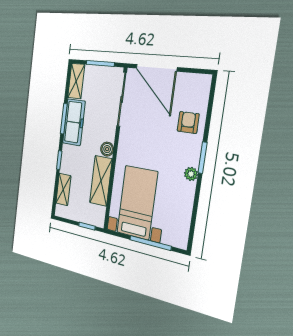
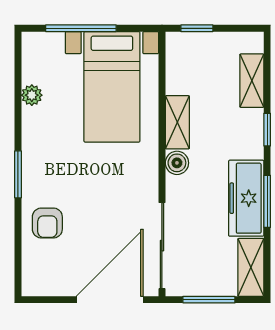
door: (156, 68) -> (110, 300), hinge flipped
plant: (191, 174) -> (32, 95), moved
shelving: (101, 181) -> (177, 122), width x0.67, depth x0.75

